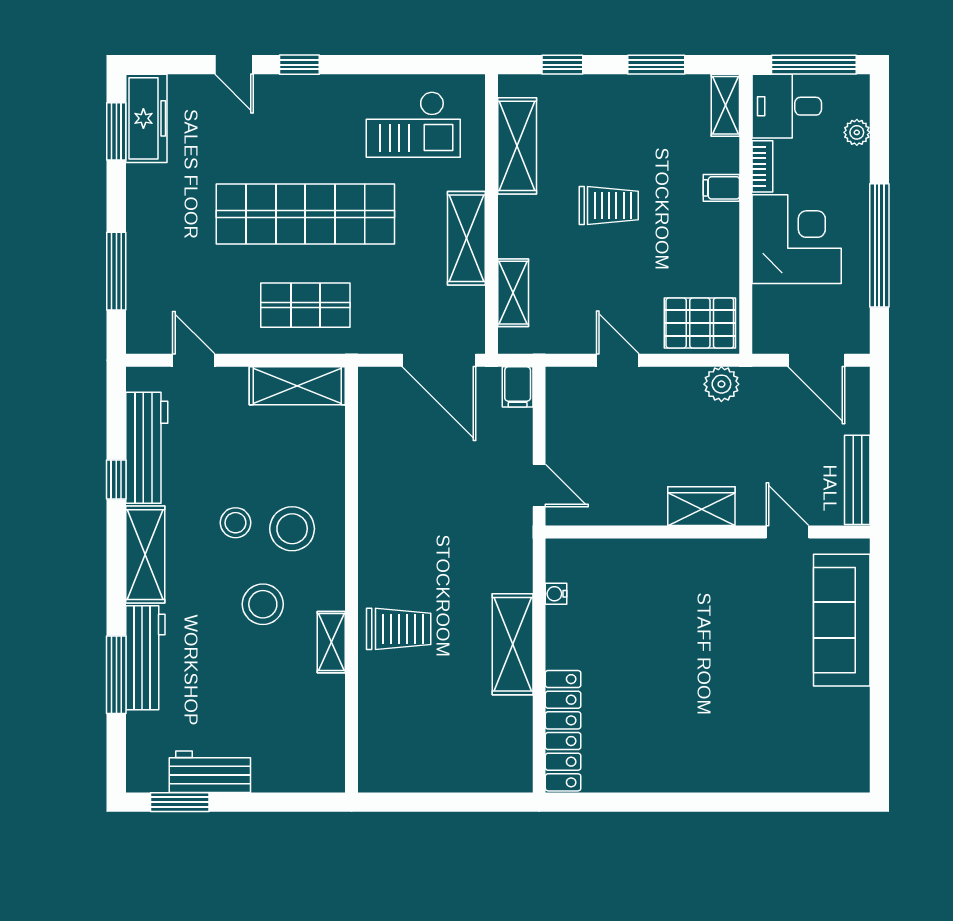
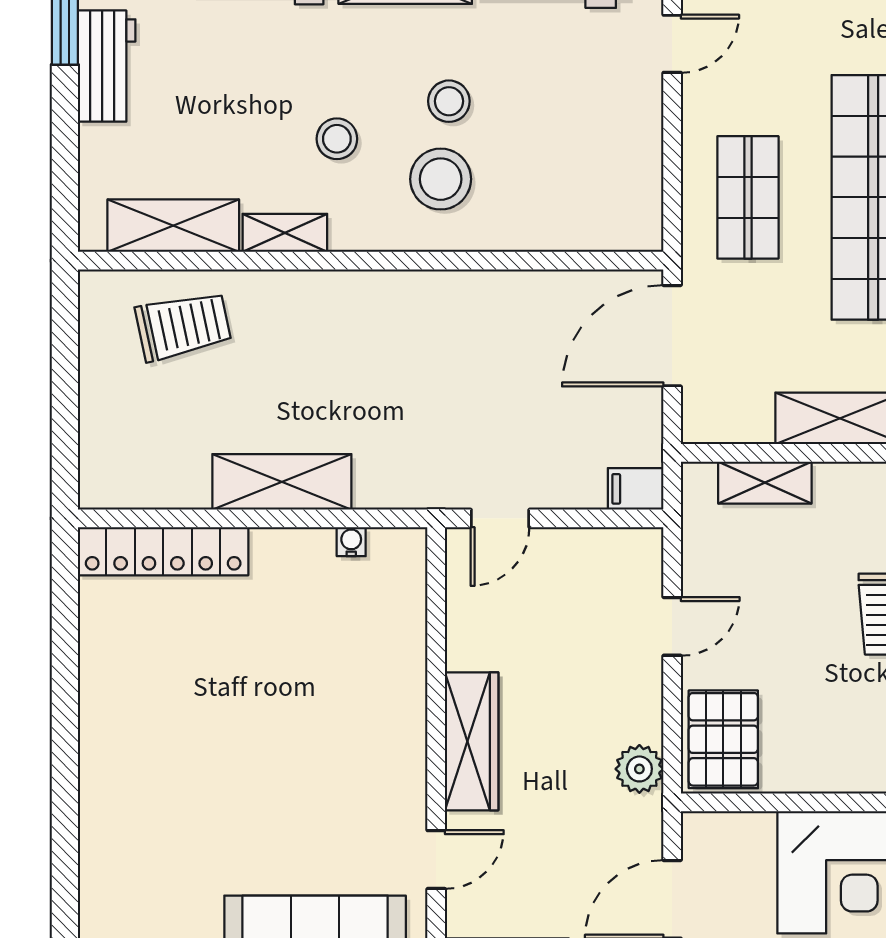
door: (439, 360) -> (672, 336), moved
shelving: (297, 386) -> (173, 226), moved, turned 90
wardrobe: (701, 506) -> (472, 741), width x1.50
stool: (263, 604) -> (337, 139), width x0.73, depth x0.73
trolley: (399, 629) -> (183, 326), moved, turned -102

